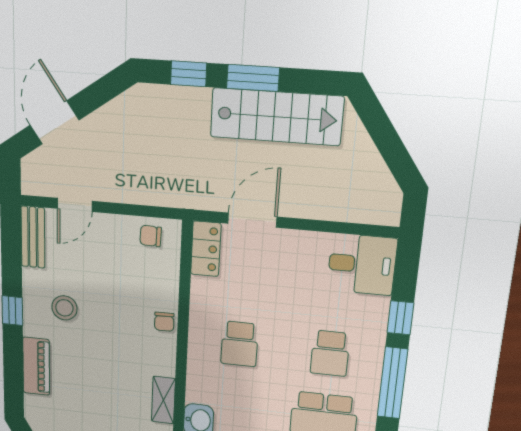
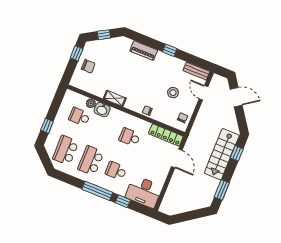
window: (253, 78) -> (222, 190), moved
stairs: (276, 117) -> (222, 154), moved
locker: (206, 249) -> (166, 135), width x1.53
desk: (362, 264) -> (144, 192), width x1.37
stool: (64, 308) -> (173, 93), moved

